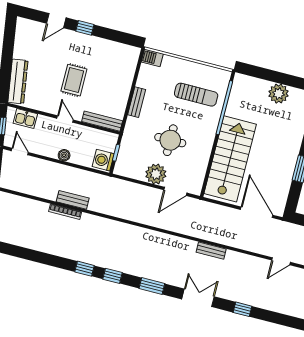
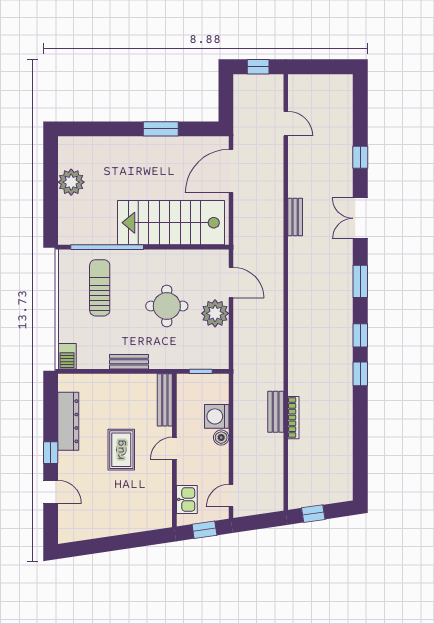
rug: (74, 80) -> (121, 450), turned 90
dresser: (18, 81) -> (68, 421), moved, turned 98
washing machine: (103, 160) -> (217, 416), moved, turned 90

